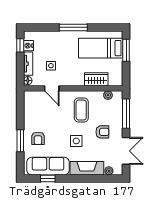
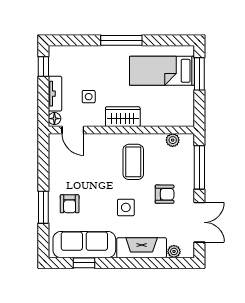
nightstand: (28, 46) -> (55, 67), removed
wardrobe: (96, 79) -> (123, 117), moved
door: (52, 88) -> (73, 130), moved

